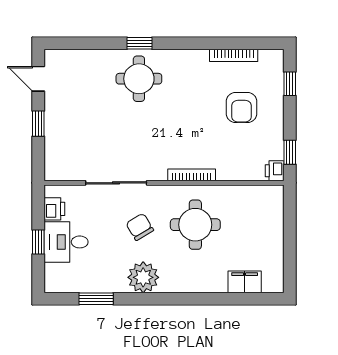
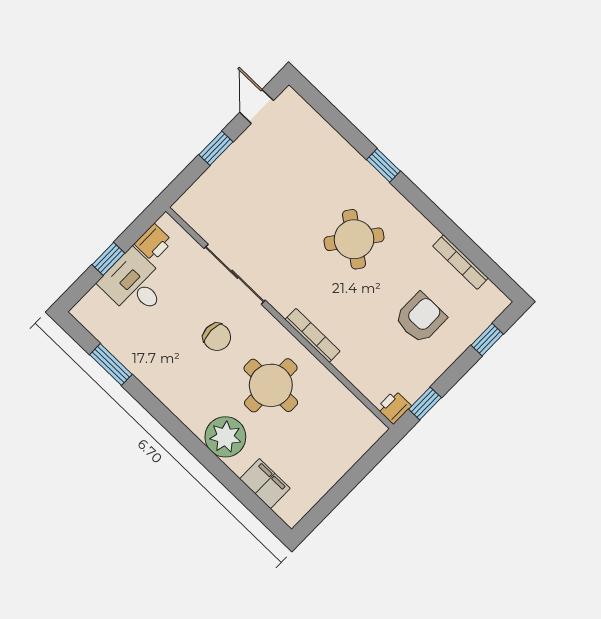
round table: (139, 79) -> (354, 239), moved, turned 36
armchair: (242, 108) -> (420, 318), turned 180
chair: (140, 227) -> (217, 337), turned 121
plant: (143, 277) -> (225, 437), moved

